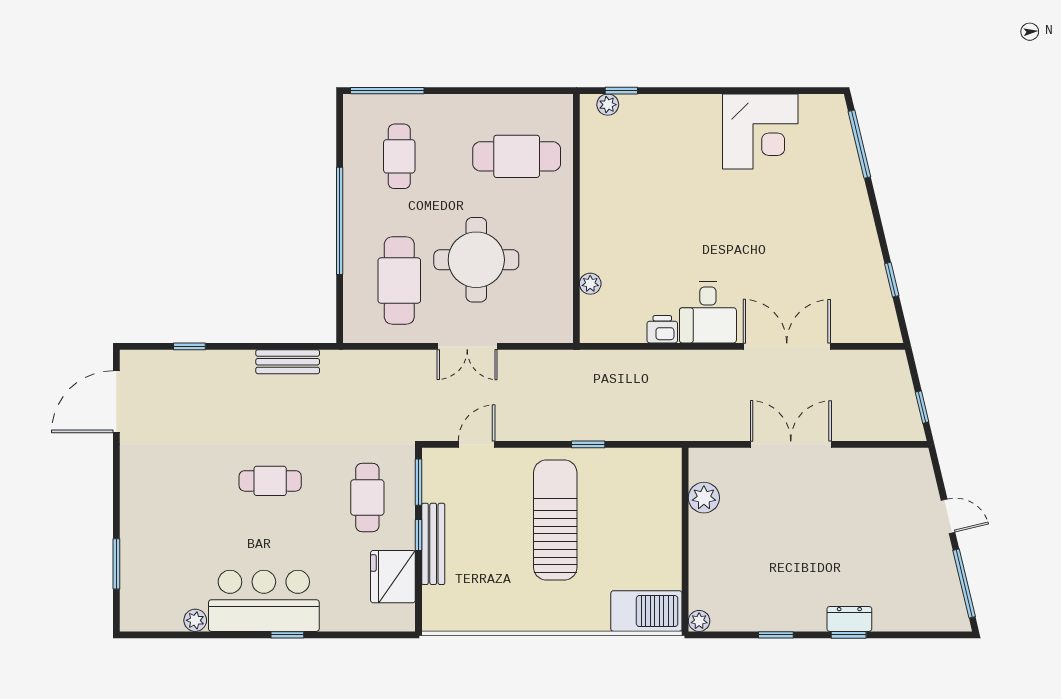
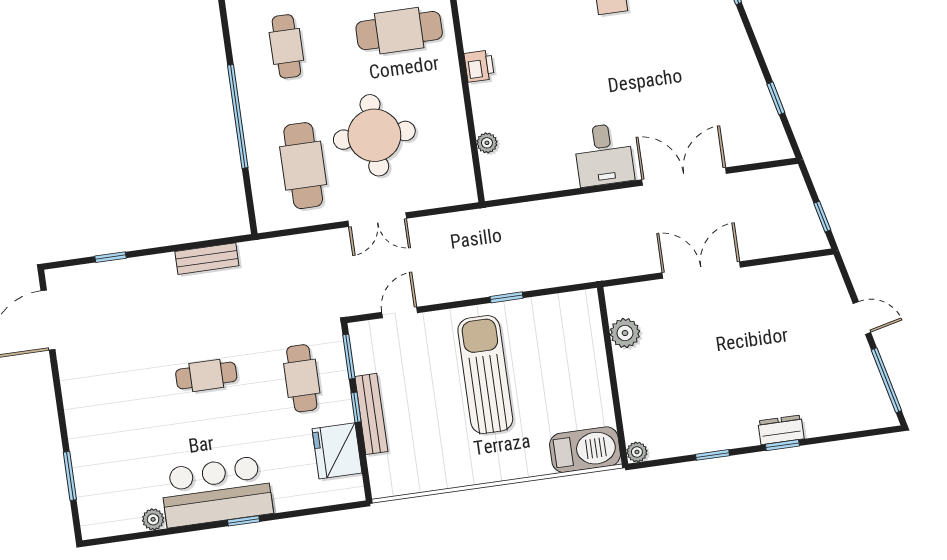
printer: (662, 329) -> (479, 66), moved, turned 90

